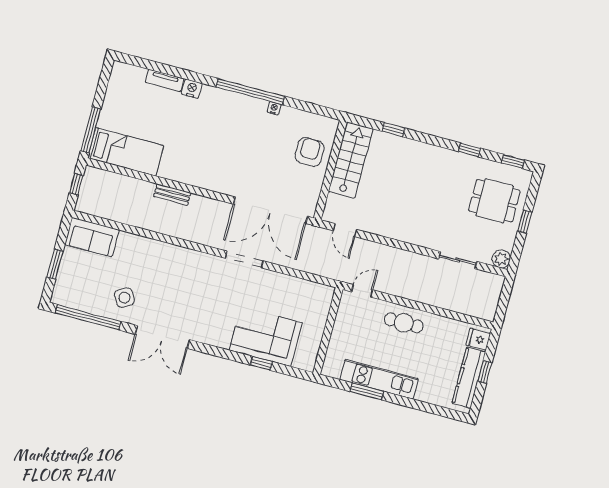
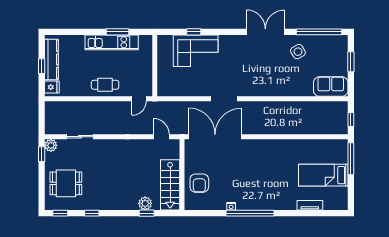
nightstand: (192, 89) -> (290, 205), removed
plant: (392, 144) -> (145, 203), added
bed: (126, 152) -> (323, 175), moved
bench: (172, 195) -> (284, 130), removed
window: (525, 222) -> (42, 154), moved

